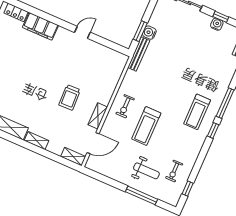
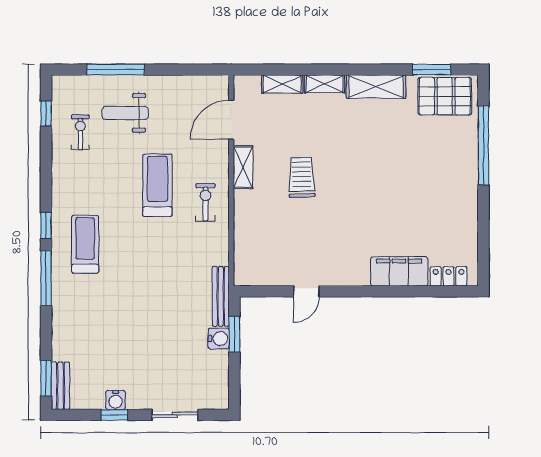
door: (82, 32) -> (306, 291), moved
shelving: (73, 157) -> (282, 84), moved

